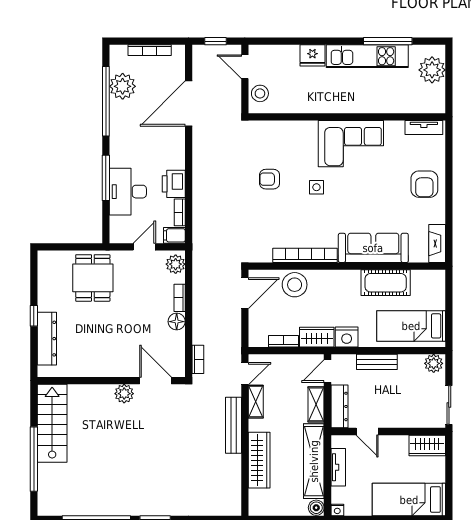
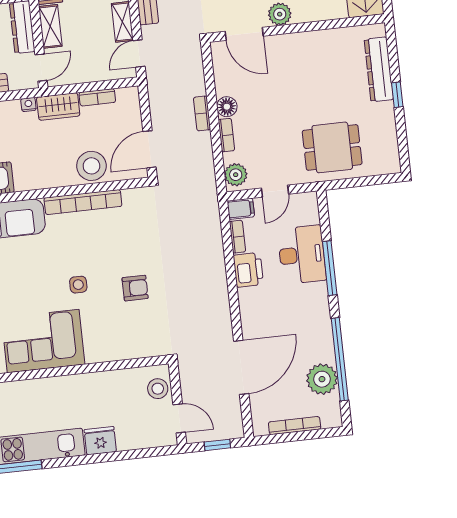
dining table: (93, 278) -> (332, 147), turned 90
nightstand: (347, 337) -> (28, 105), width x0.53, depth x0.56
bookcase: (198, 359) -> (202, 113), moved

